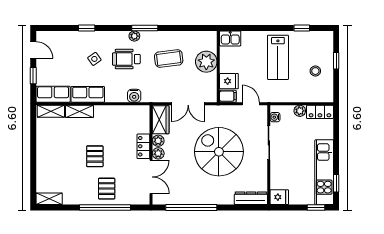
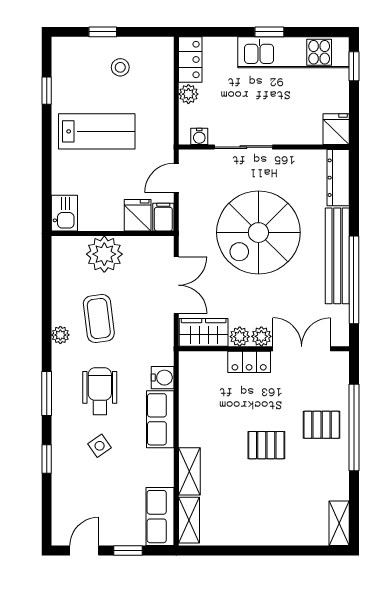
window: (145, 28) -> (47, 394), moved
plant: (134, 36) -> (60, 335), moved
wheelchair: (126, 59) -> (100, 391), turned 180
row of seats: (88, 94) -> (160, 419), moved
window: (336, 183) -> (269, 32), moved
bench: (205, 198) -> (337, 256), added

